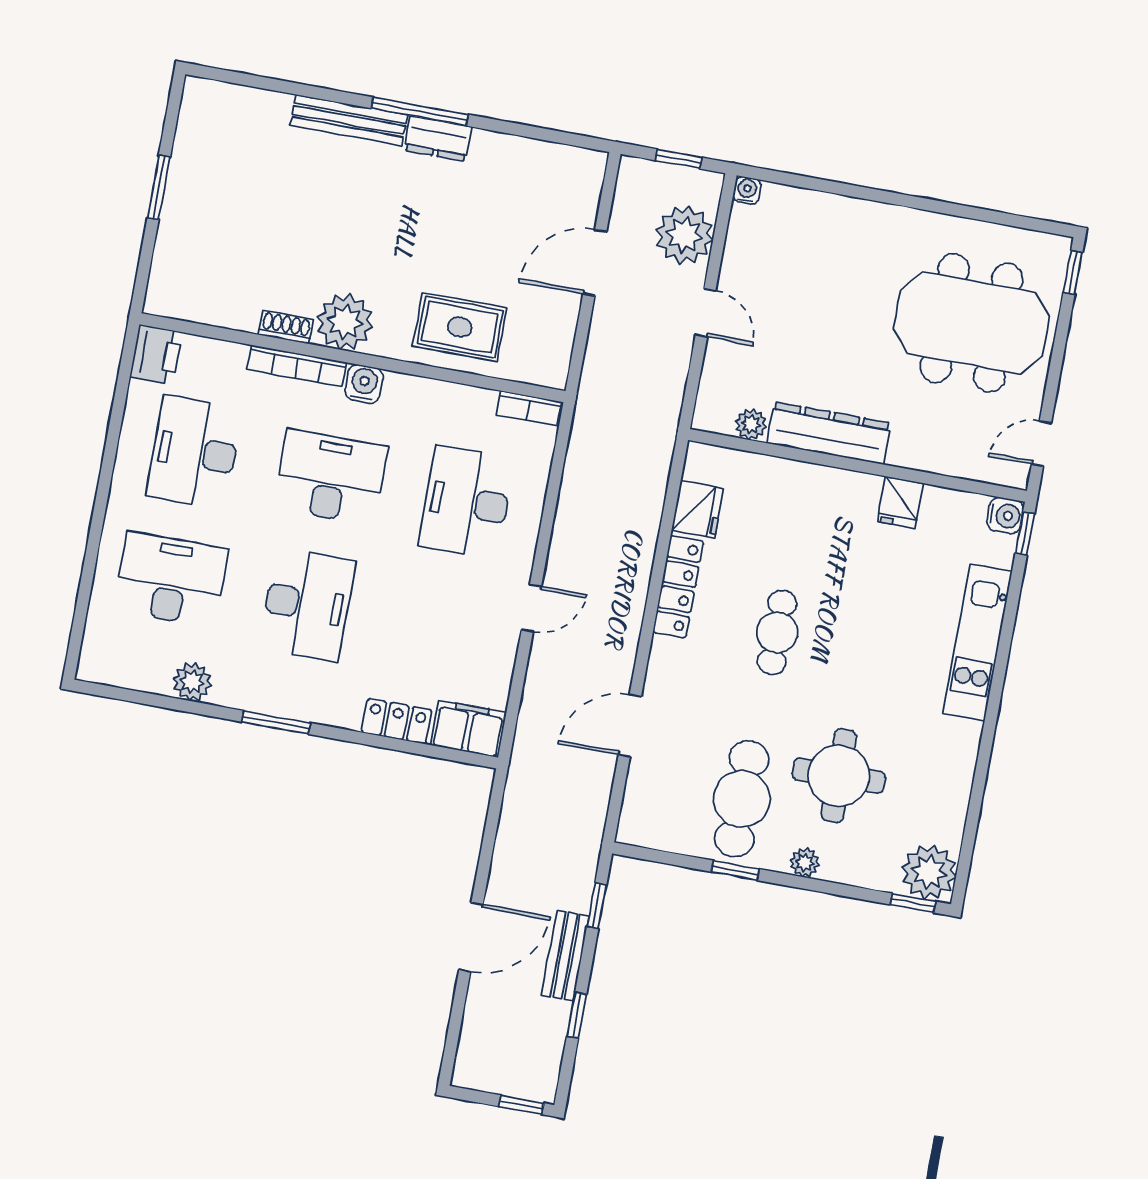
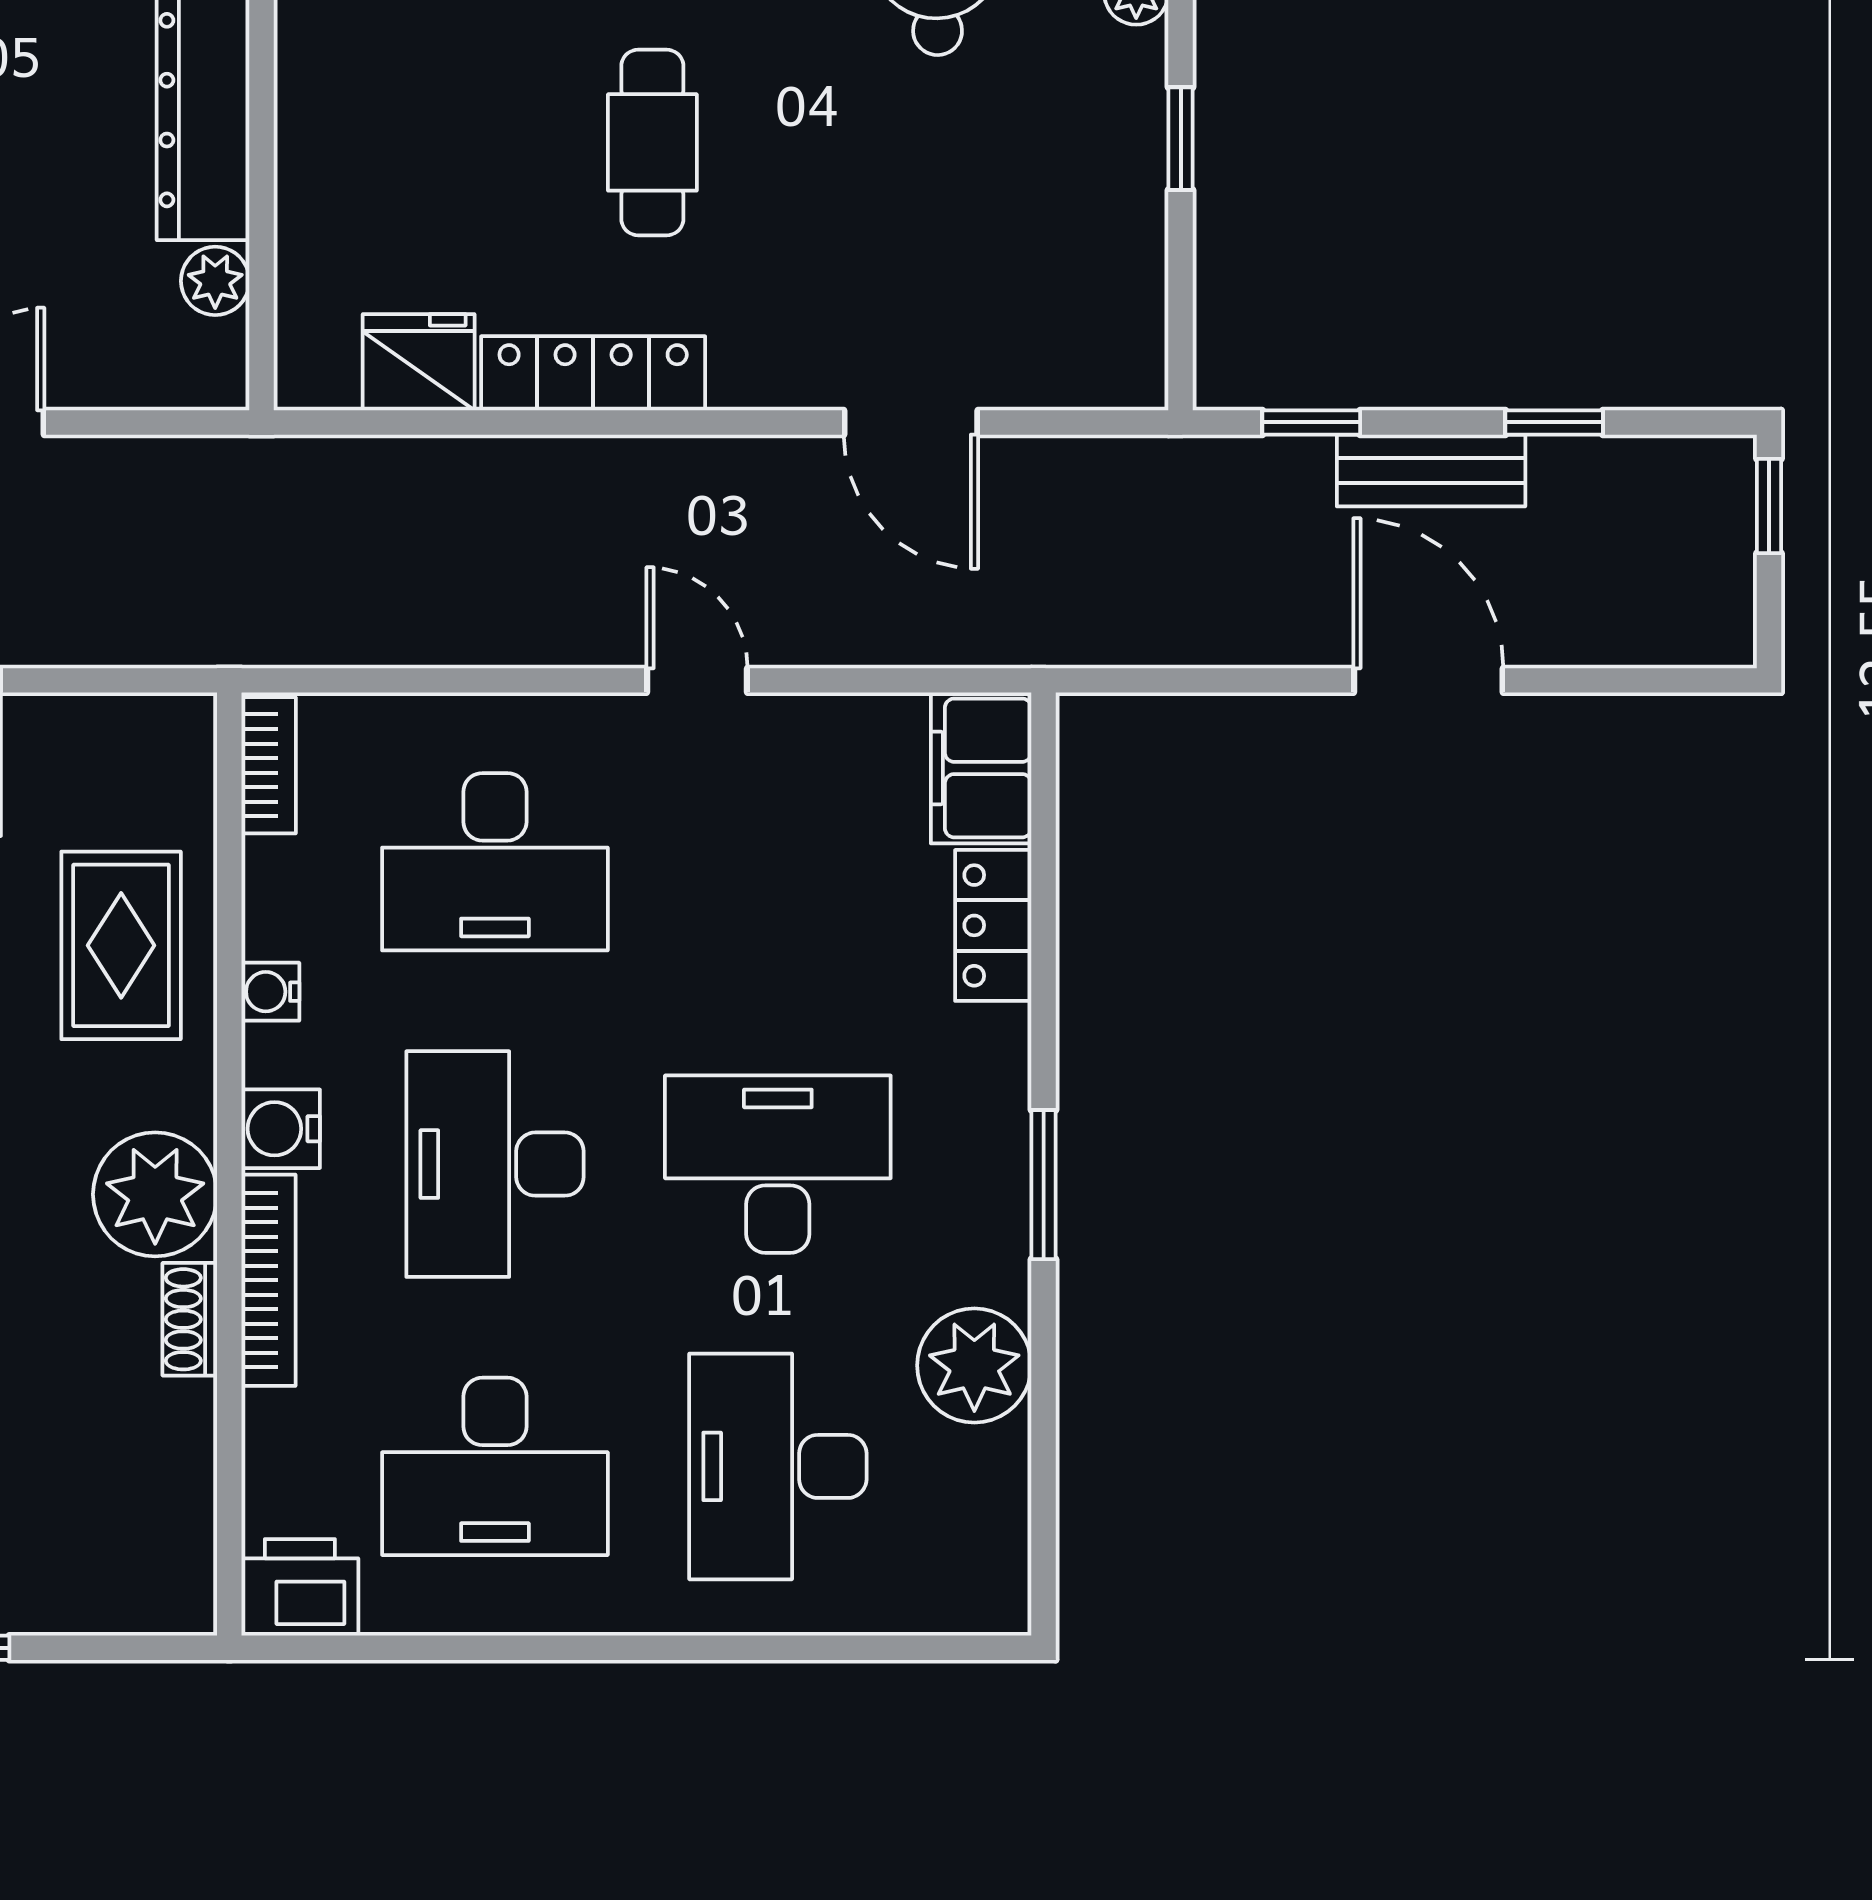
water cooler: (427, 390) -> (270, 992), added
cafe table: (777, 632) -> (652, 142), turned 90
plant: (192, 682) -> (974, 1365), width x1.36, depth x1.36
cafe table: (742, 799) -> (1024, 153), removed

